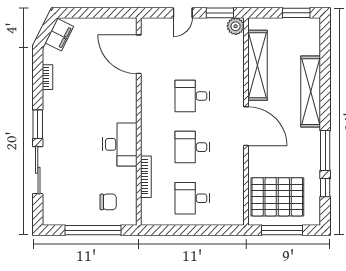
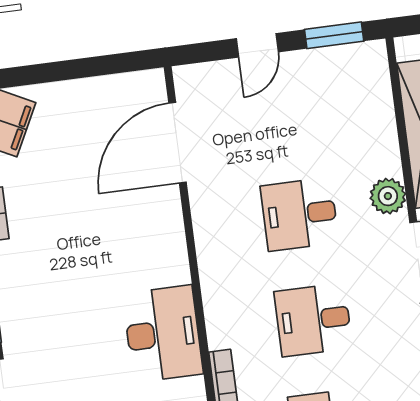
plant: (236, 26) -> (388, 196), moved
door: (139, 54) -> (177, 143), hinge flipped

